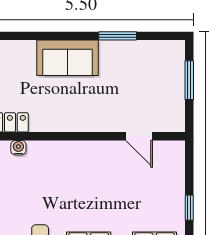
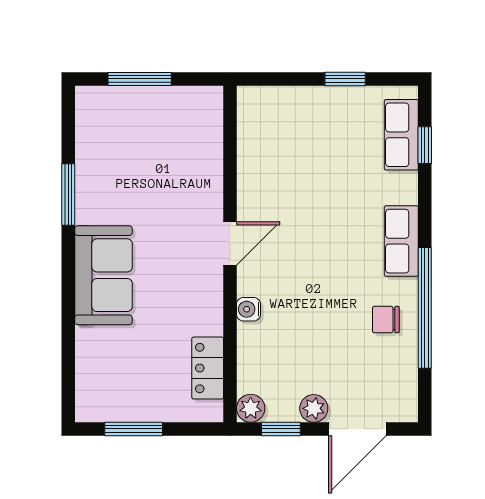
door: (139, 136) -> (230, 244), moved
water cooler: (18, 148) -> (248, 309), moved

